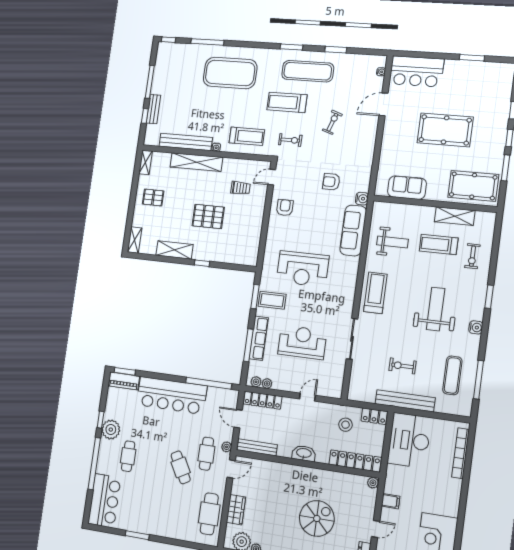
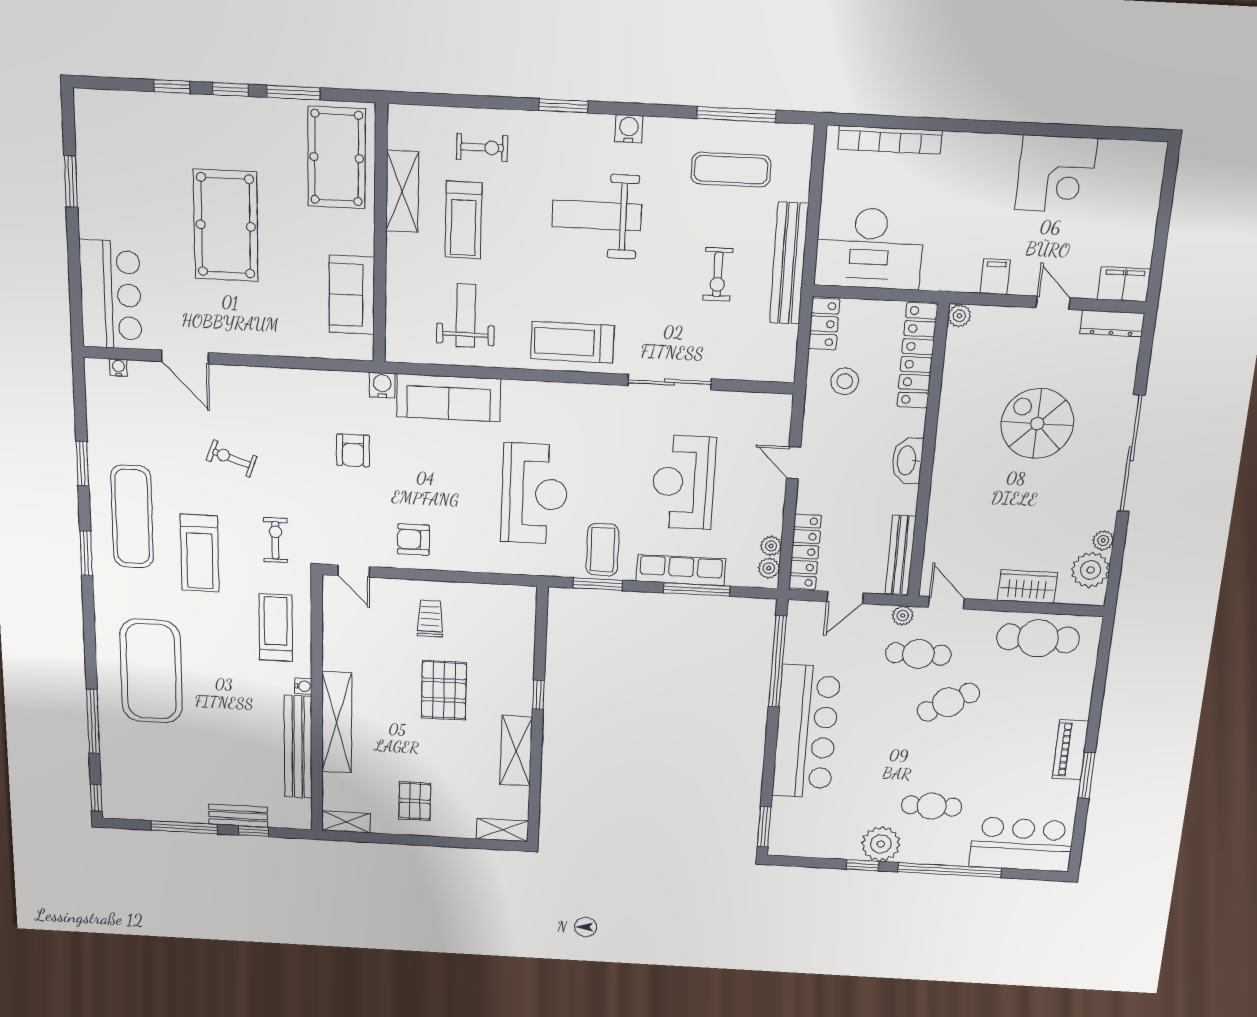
trolley: (240, 188) -> (430, 619), moved
piano: (124, 381) -> (1070, 750), moved, turned 180

